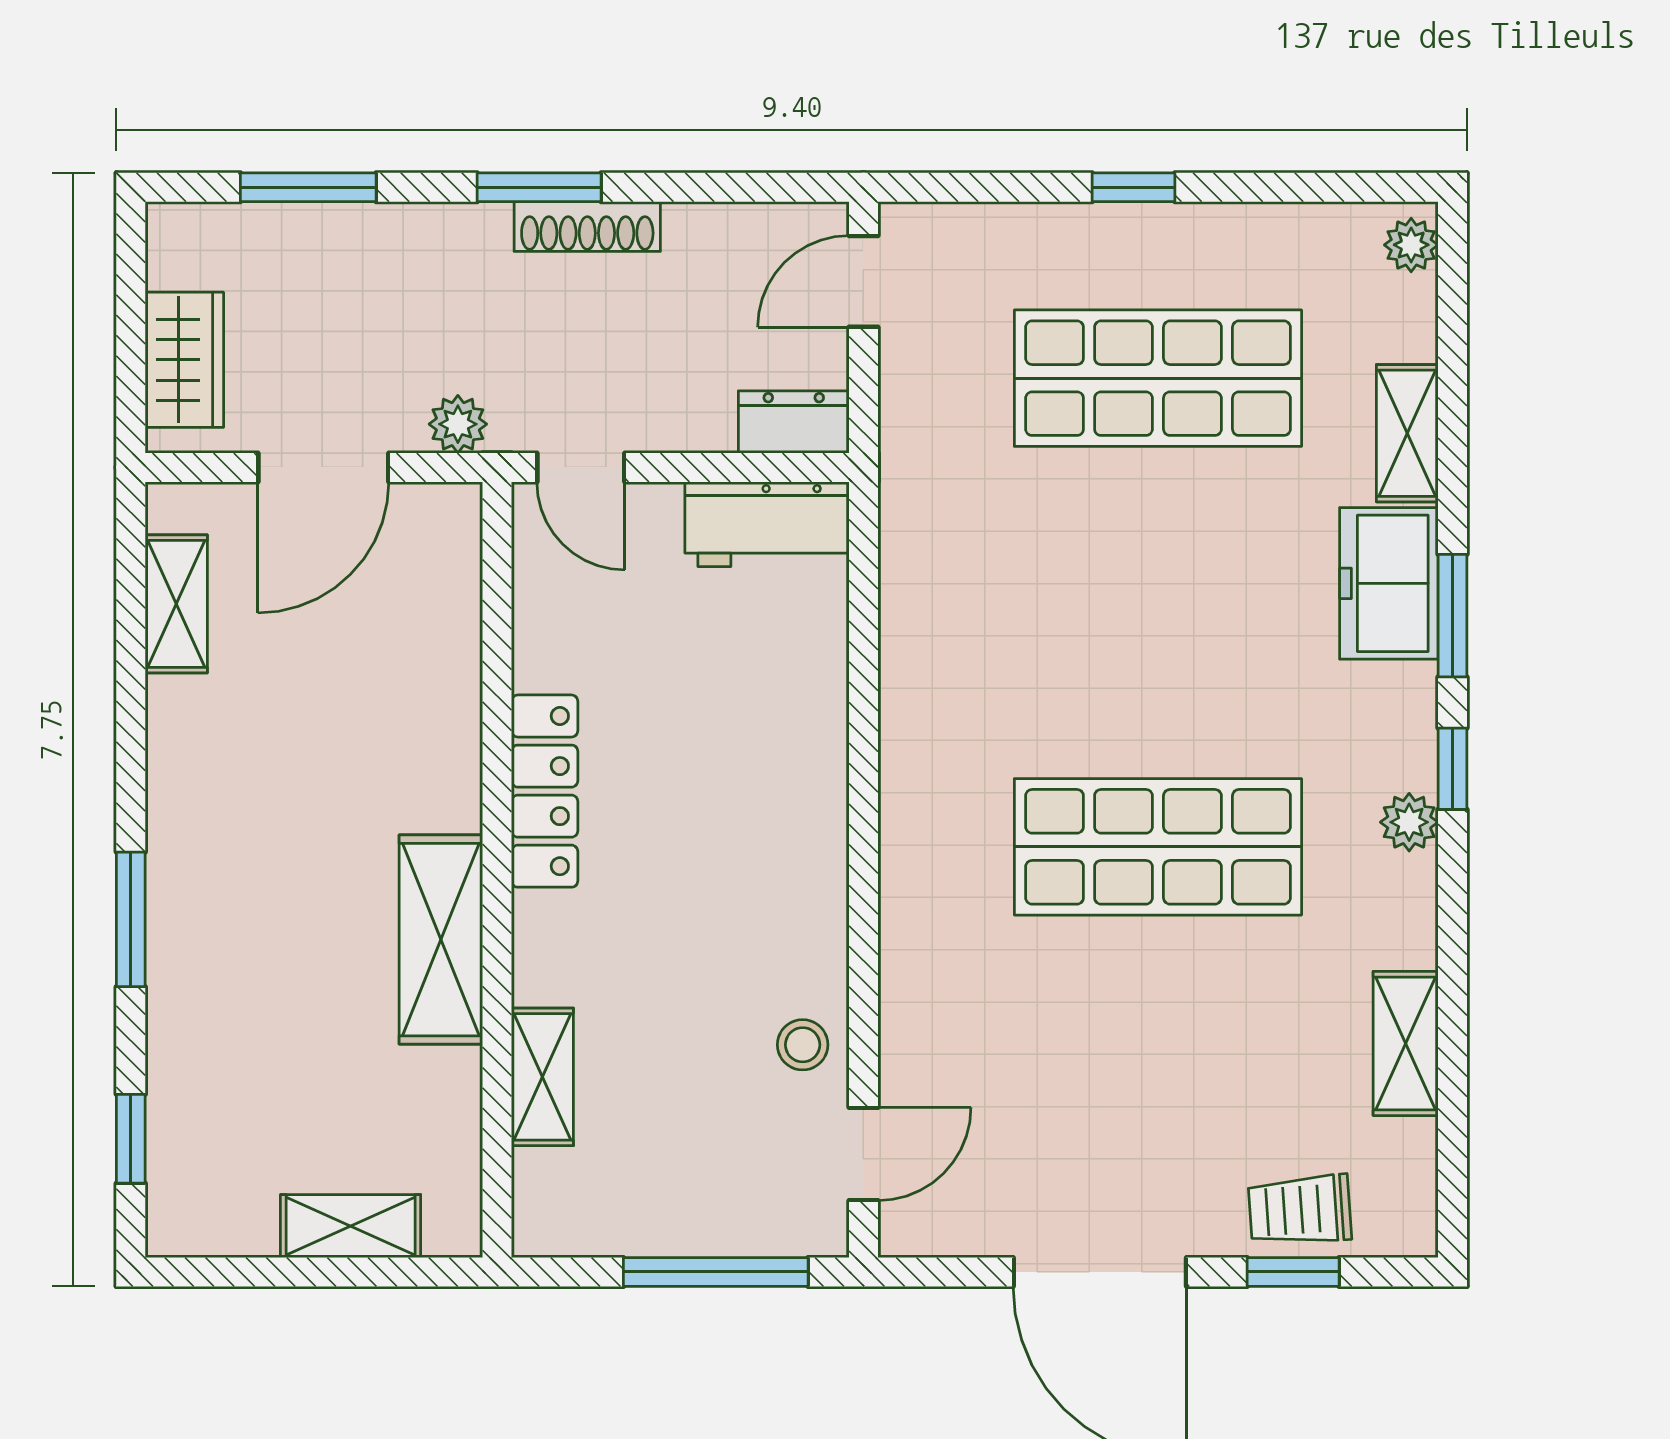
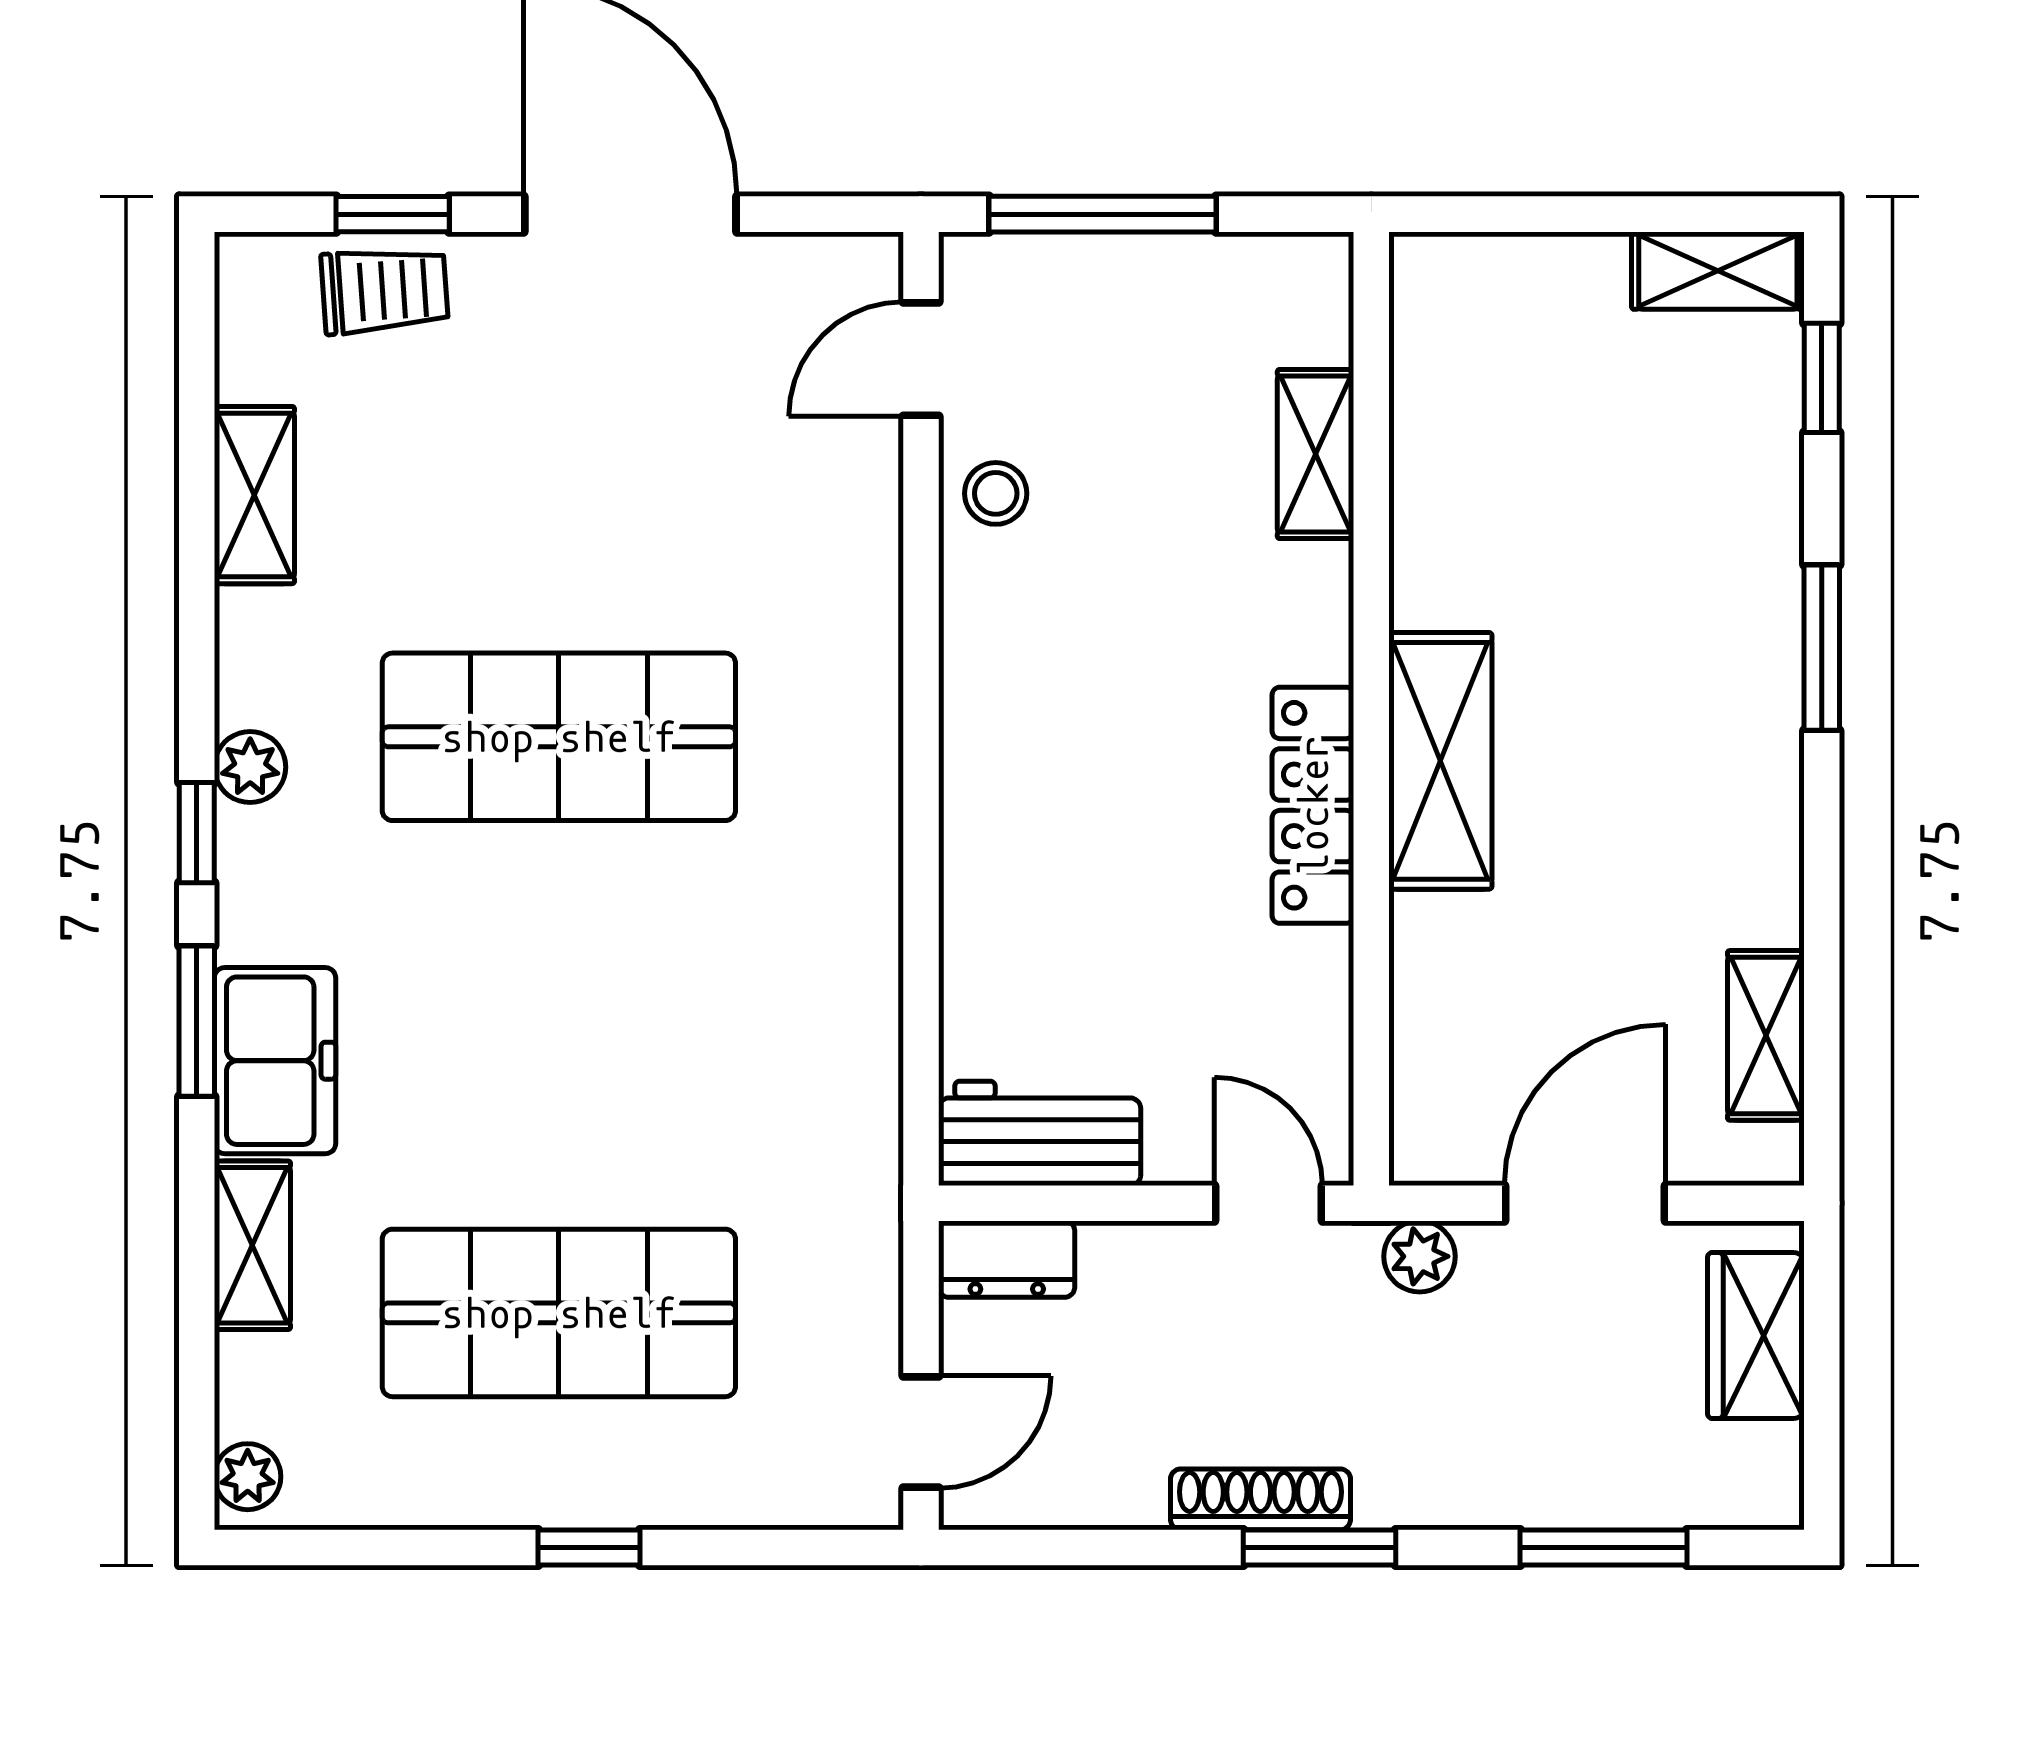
shelving: (441, 940) -> (1440, 761), moved
shelving: (351, 1226) -> (1718, 271), moved

